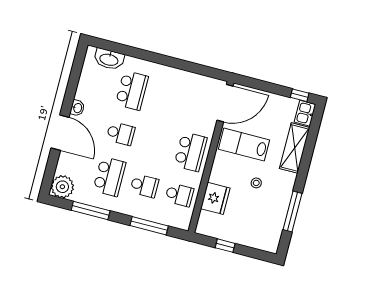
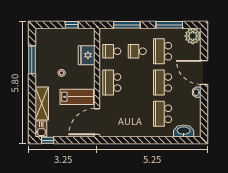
school desk: (121, 133) -> (163, 83), width x1.85

